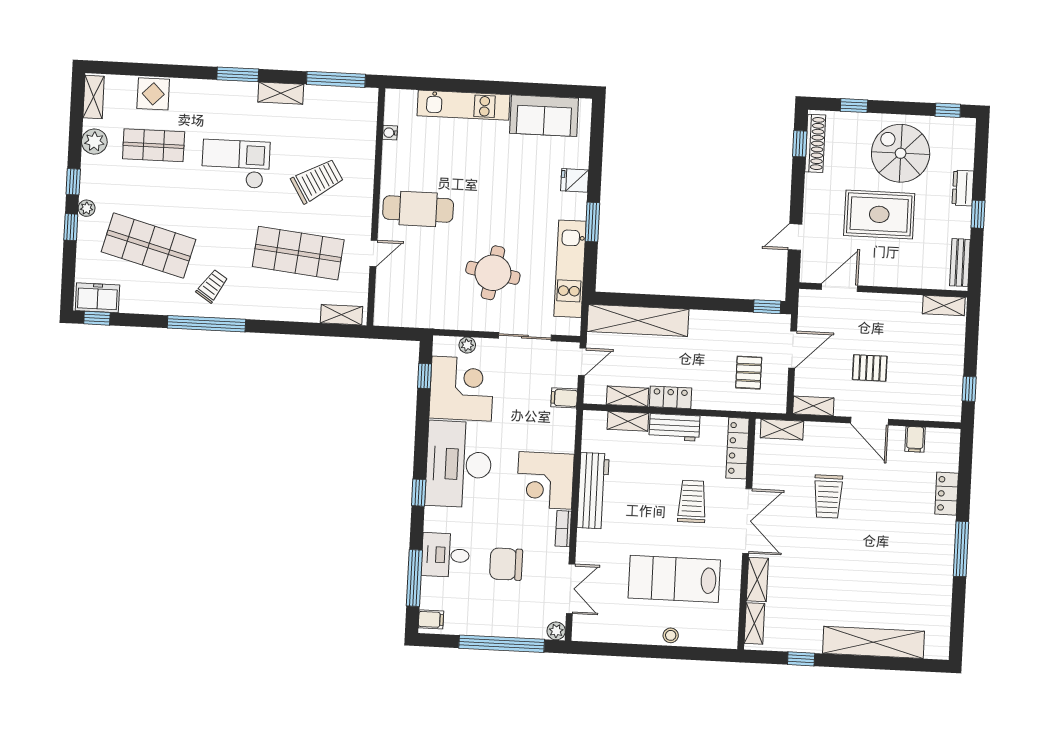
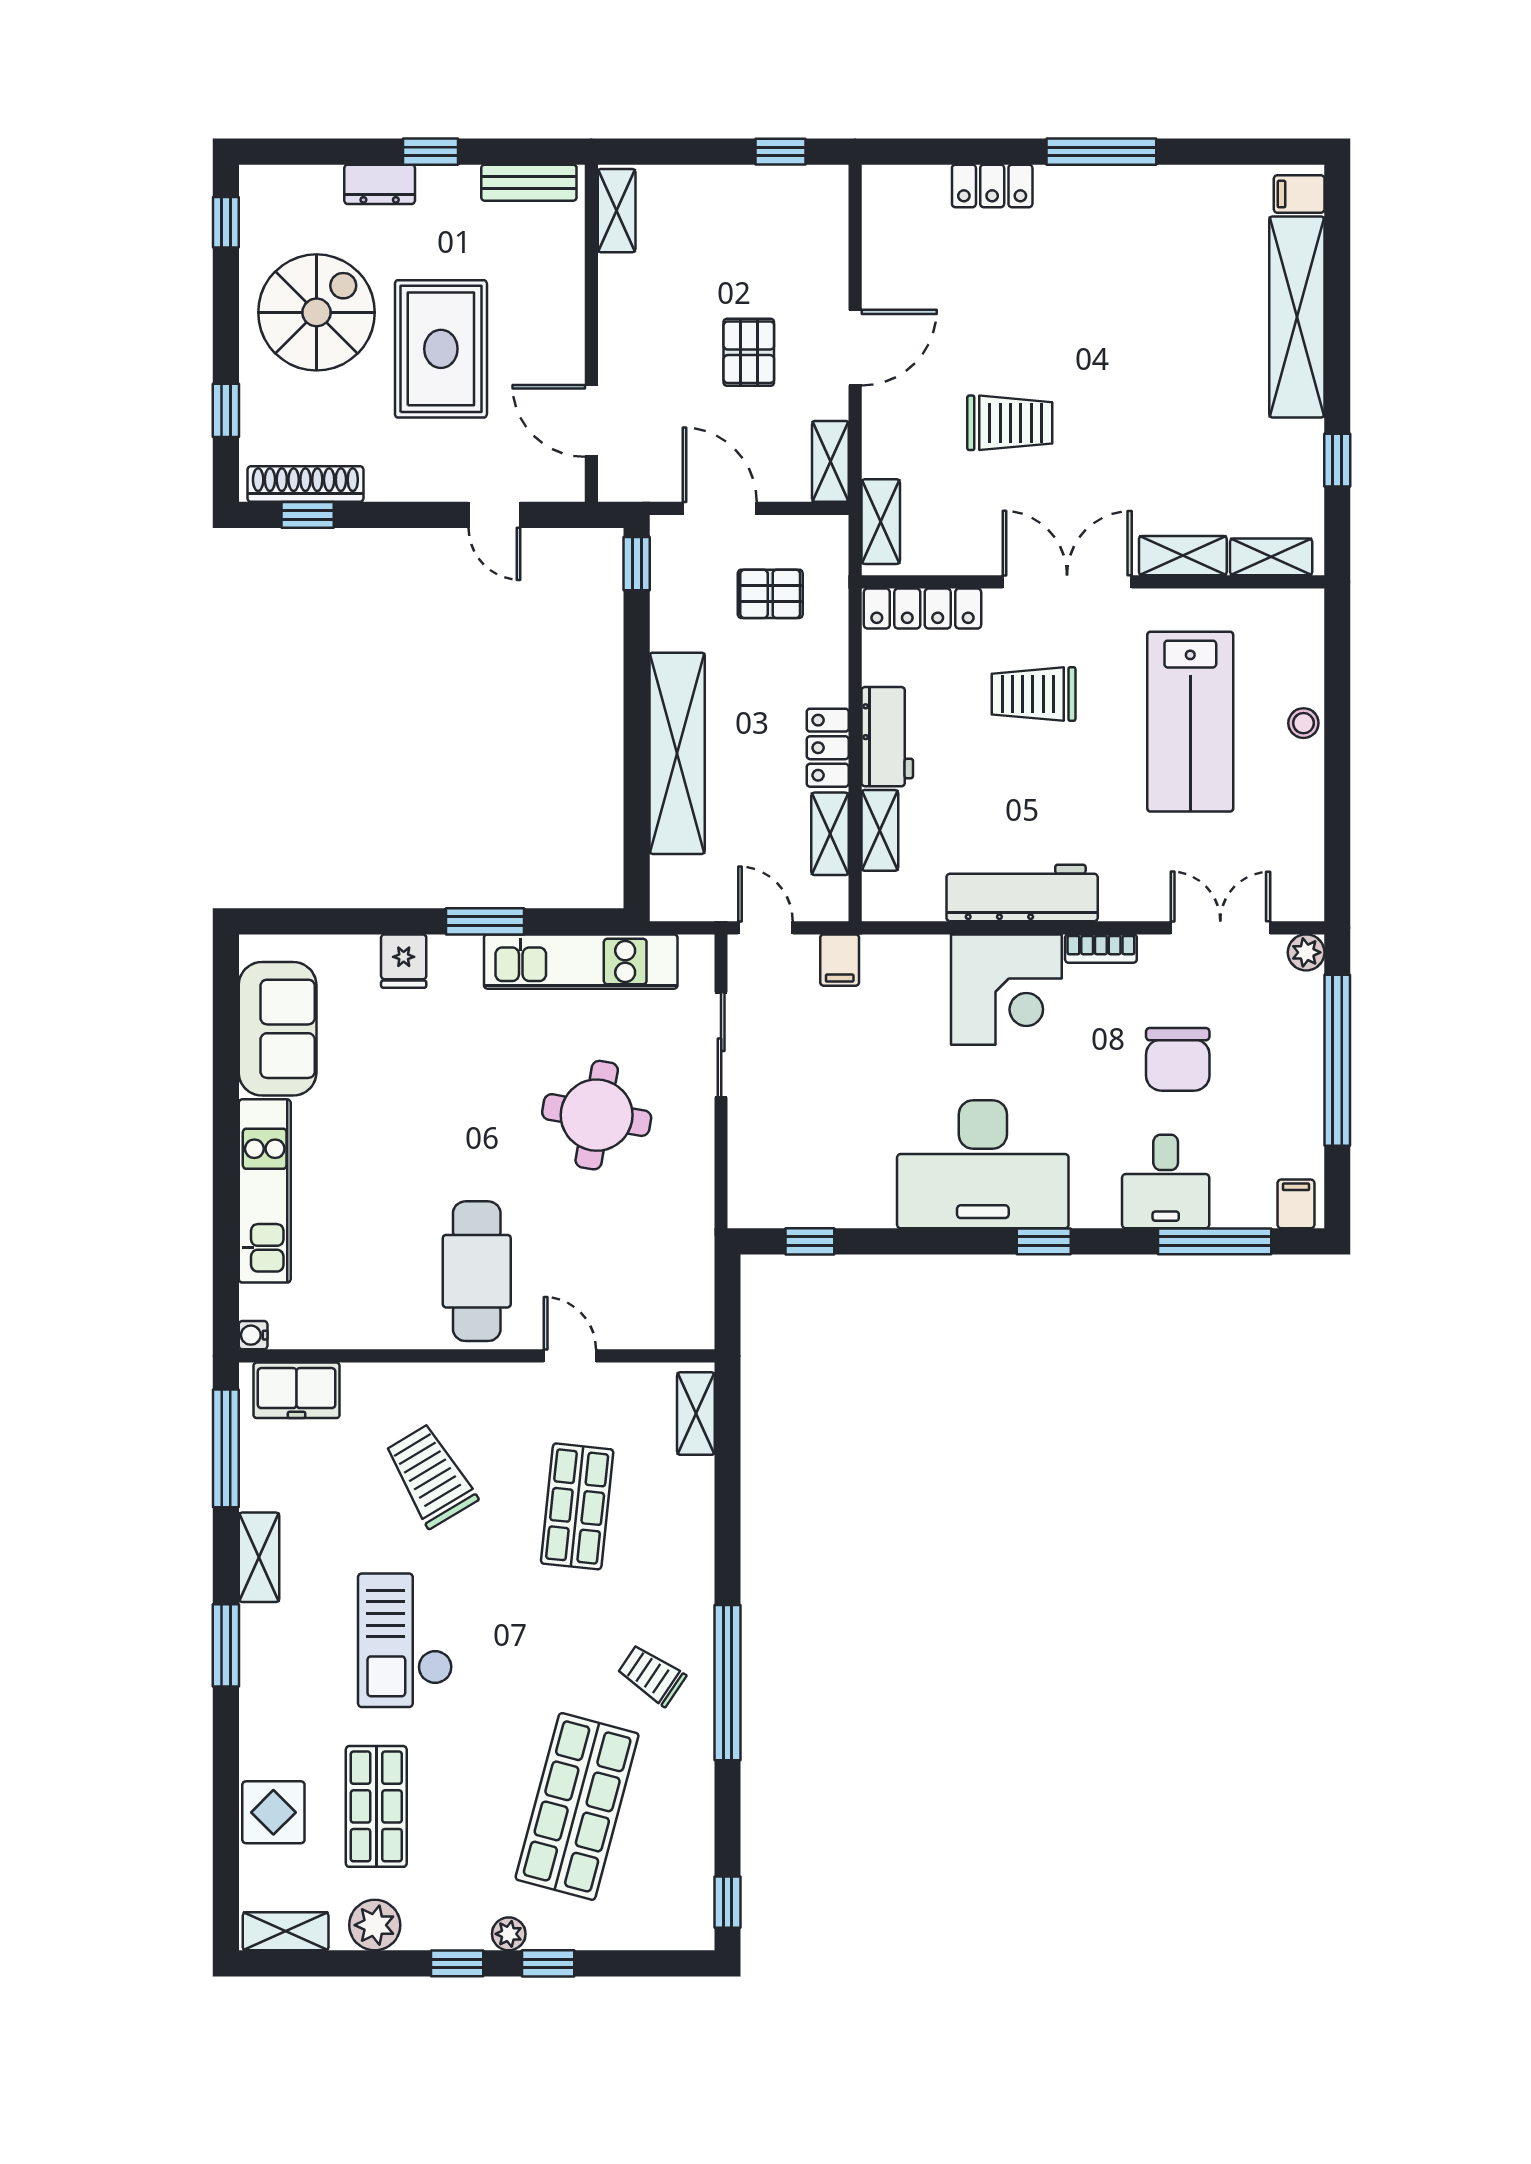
water cooler: (390, 133) -> (253, 1335), moved, turned 90
spiral stairs: (901, 153) -> (316, 312), turned 180
shop shelf: (298, 253) -> (577, 1506), width x0.70, depth x0.74
freezer: (97, 298) -> (297, 1390), moved, turned -90
shelving: (638, 320) -> (677, 753), moved
plant: (467, 345) -> (744, 1159), removed
corner desk: (462, 389) -> (831, 1166), removed
filing cabinet: (915, 439) -> (1299, 194), moved, turned 180

